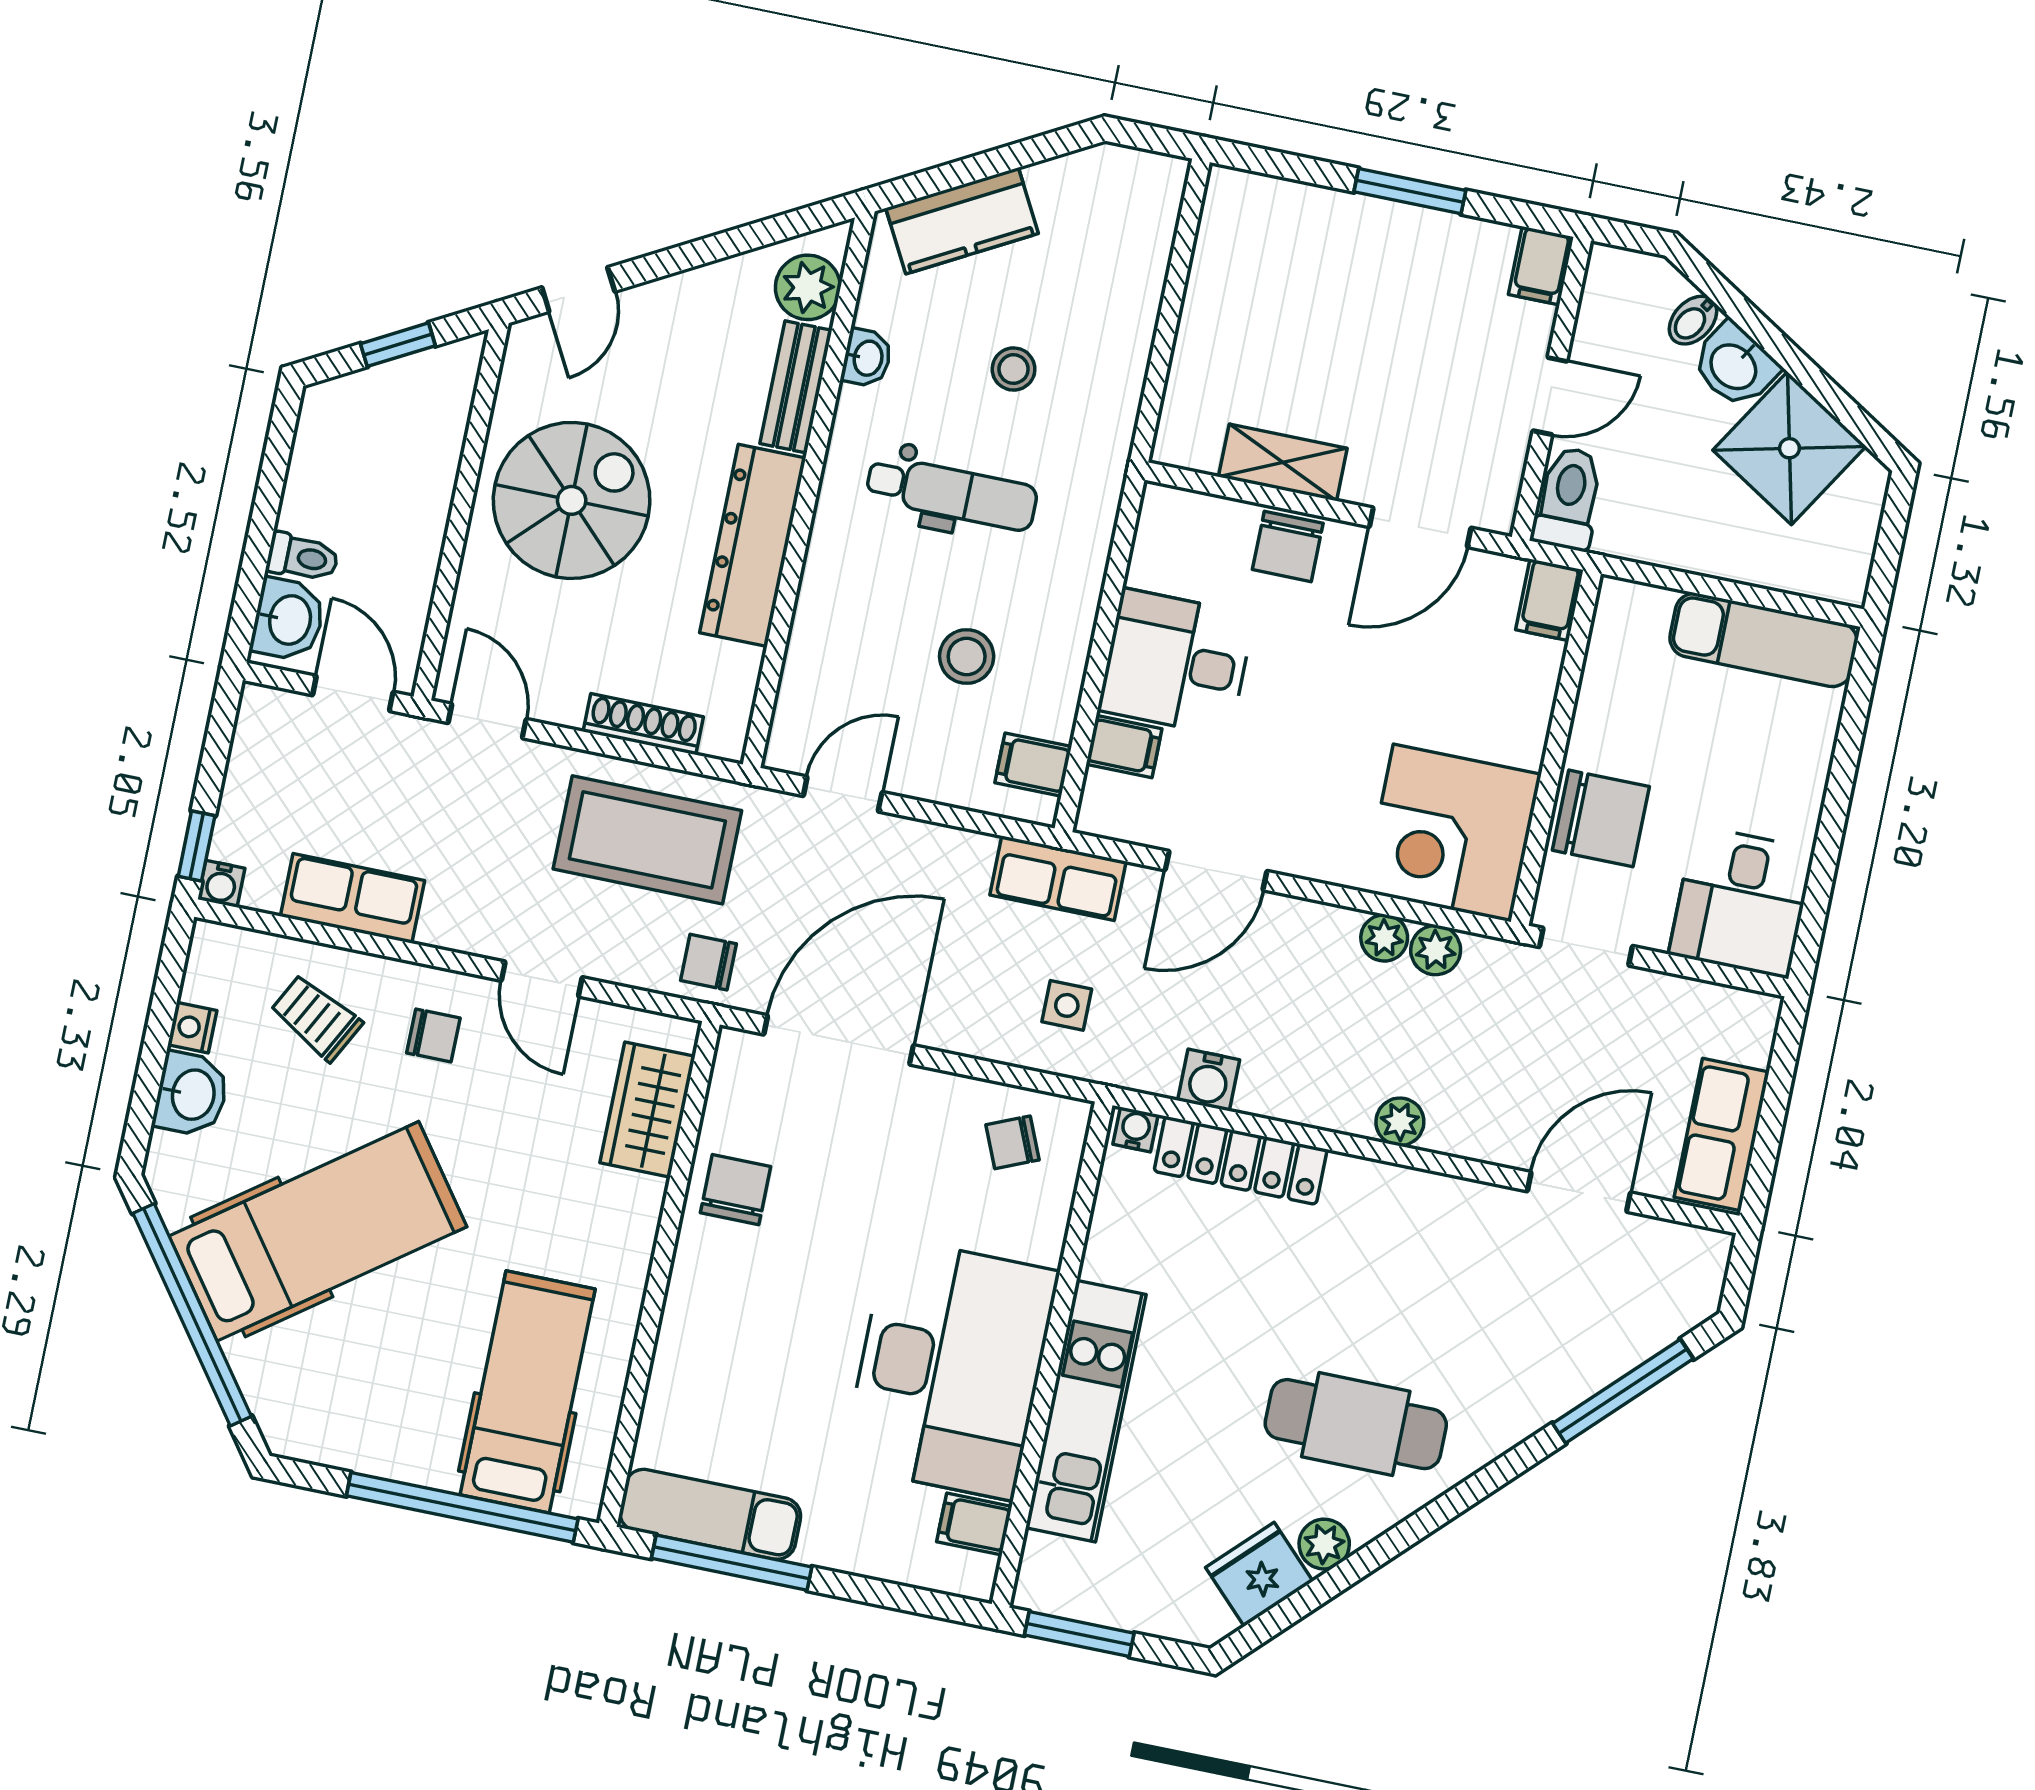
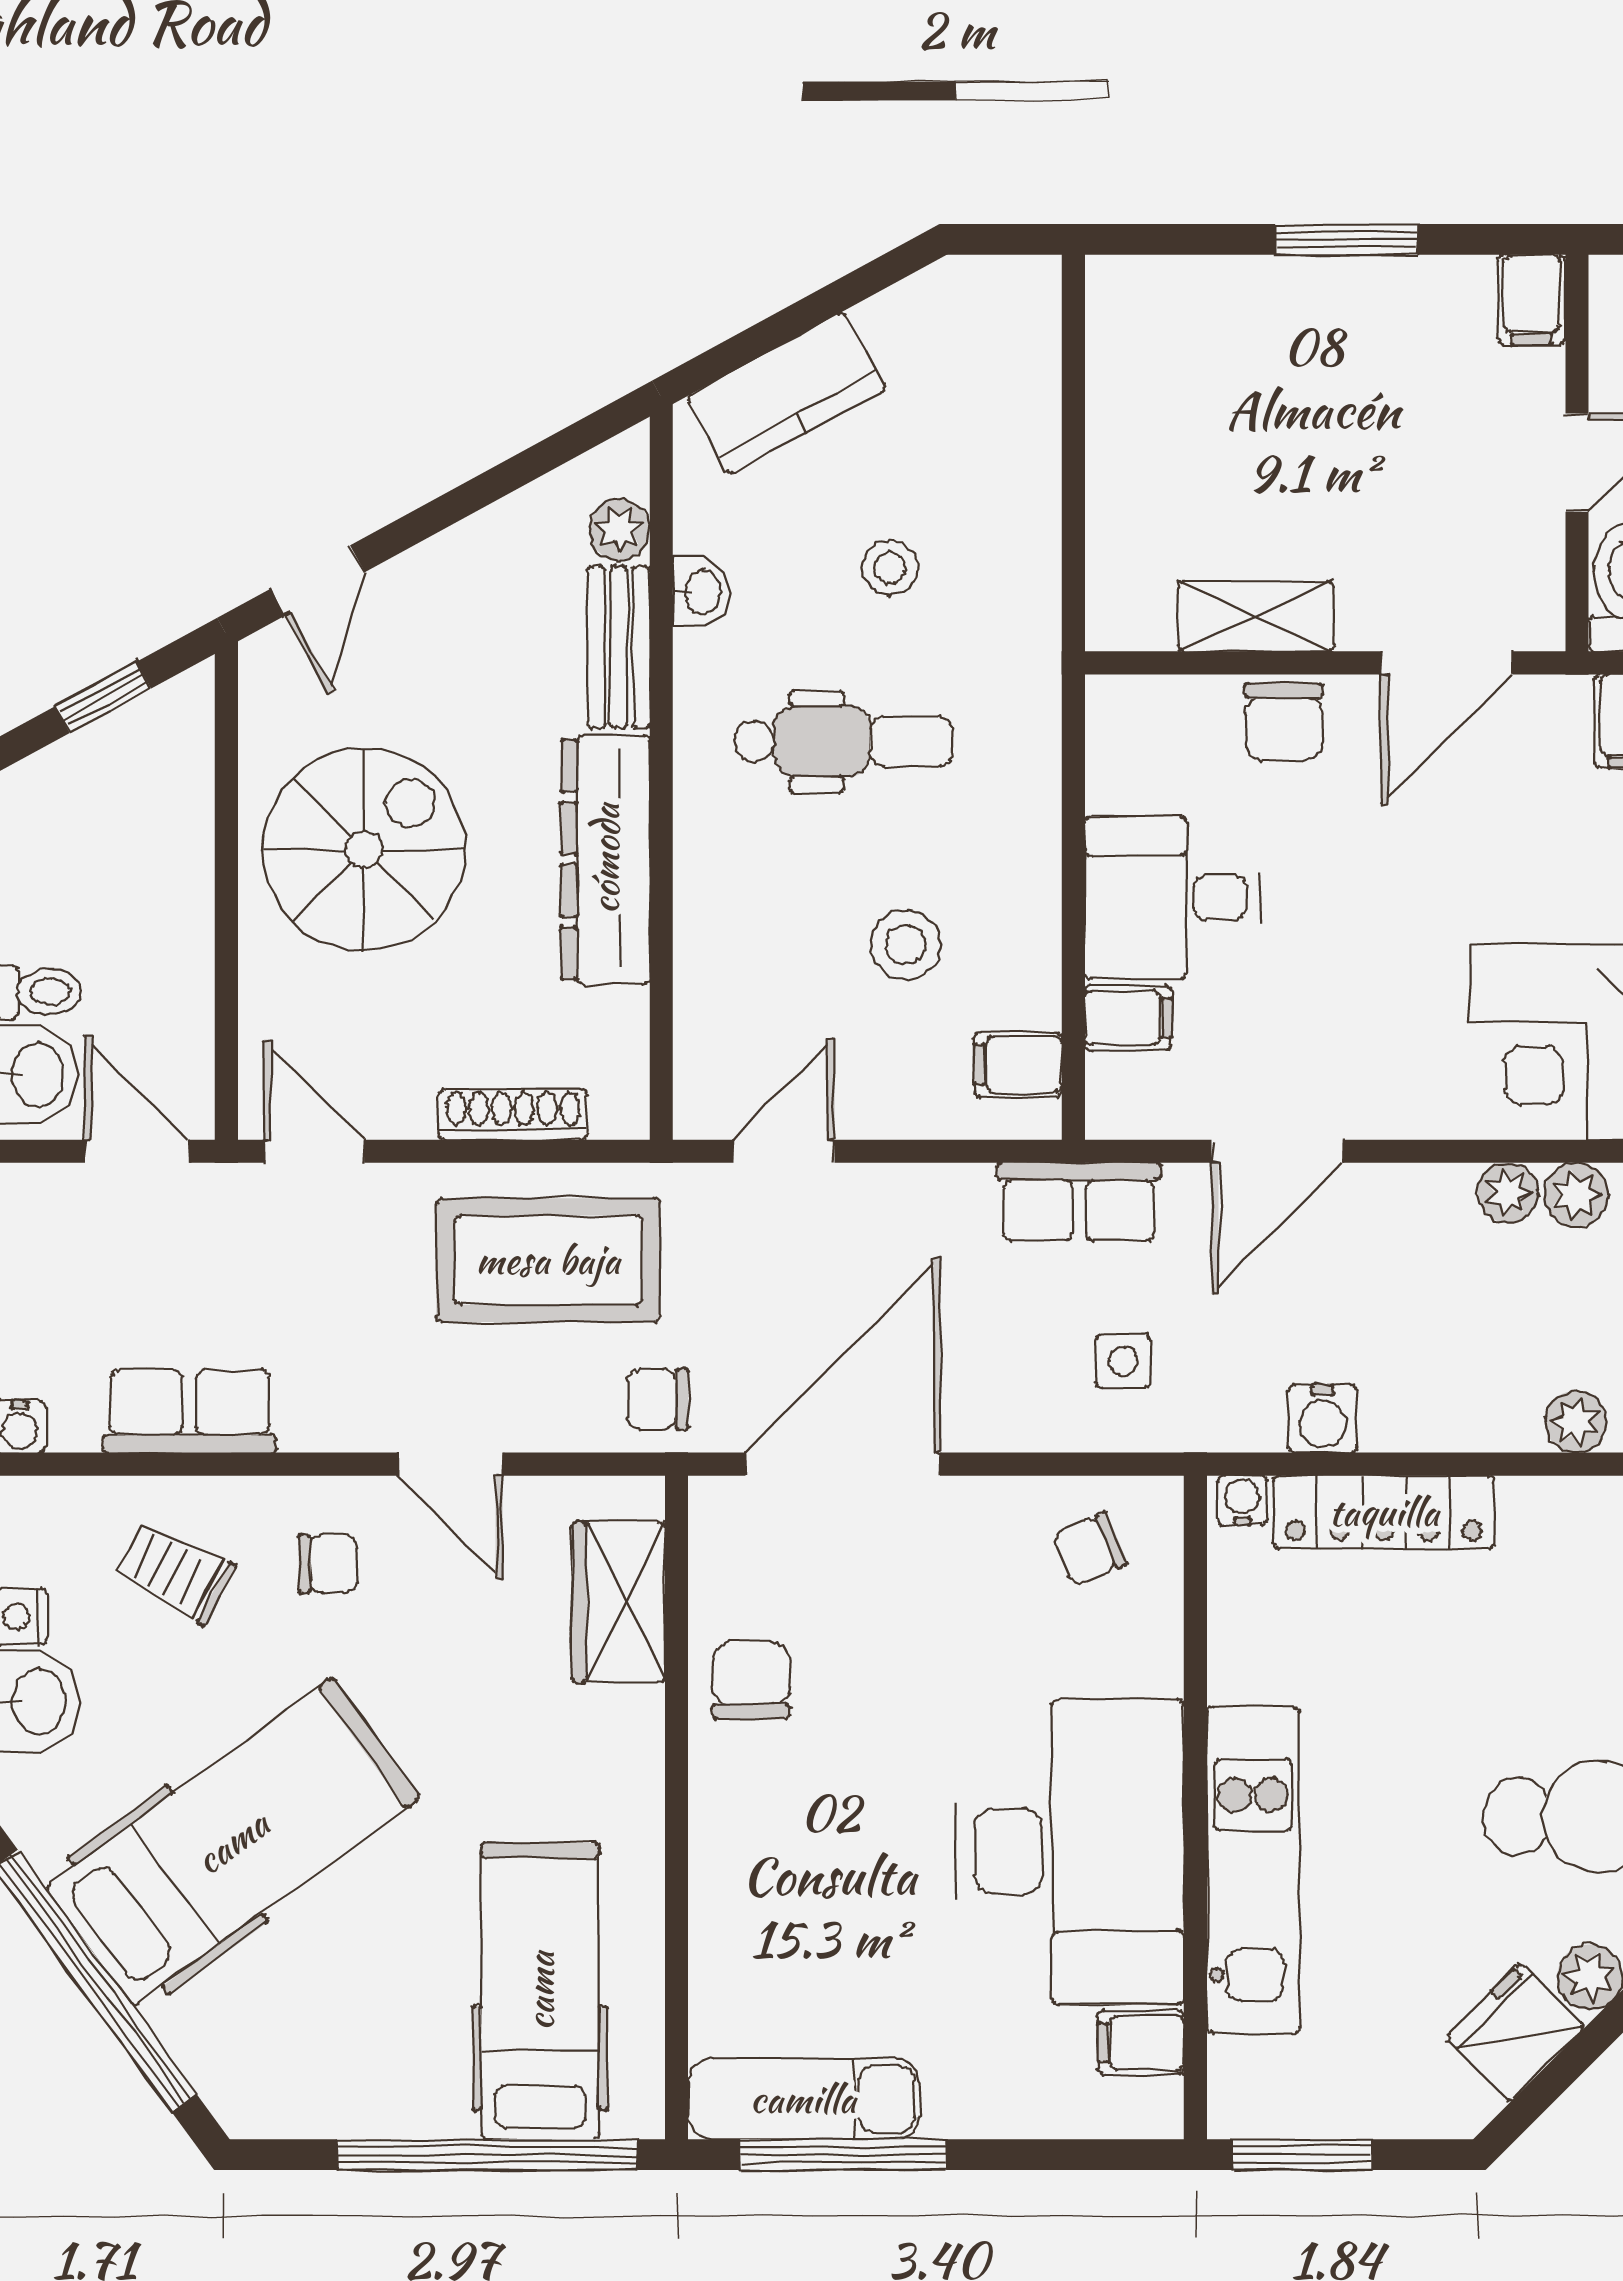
plant: (808, 287) -> (619, 529), width x0.73, depth x0.73

